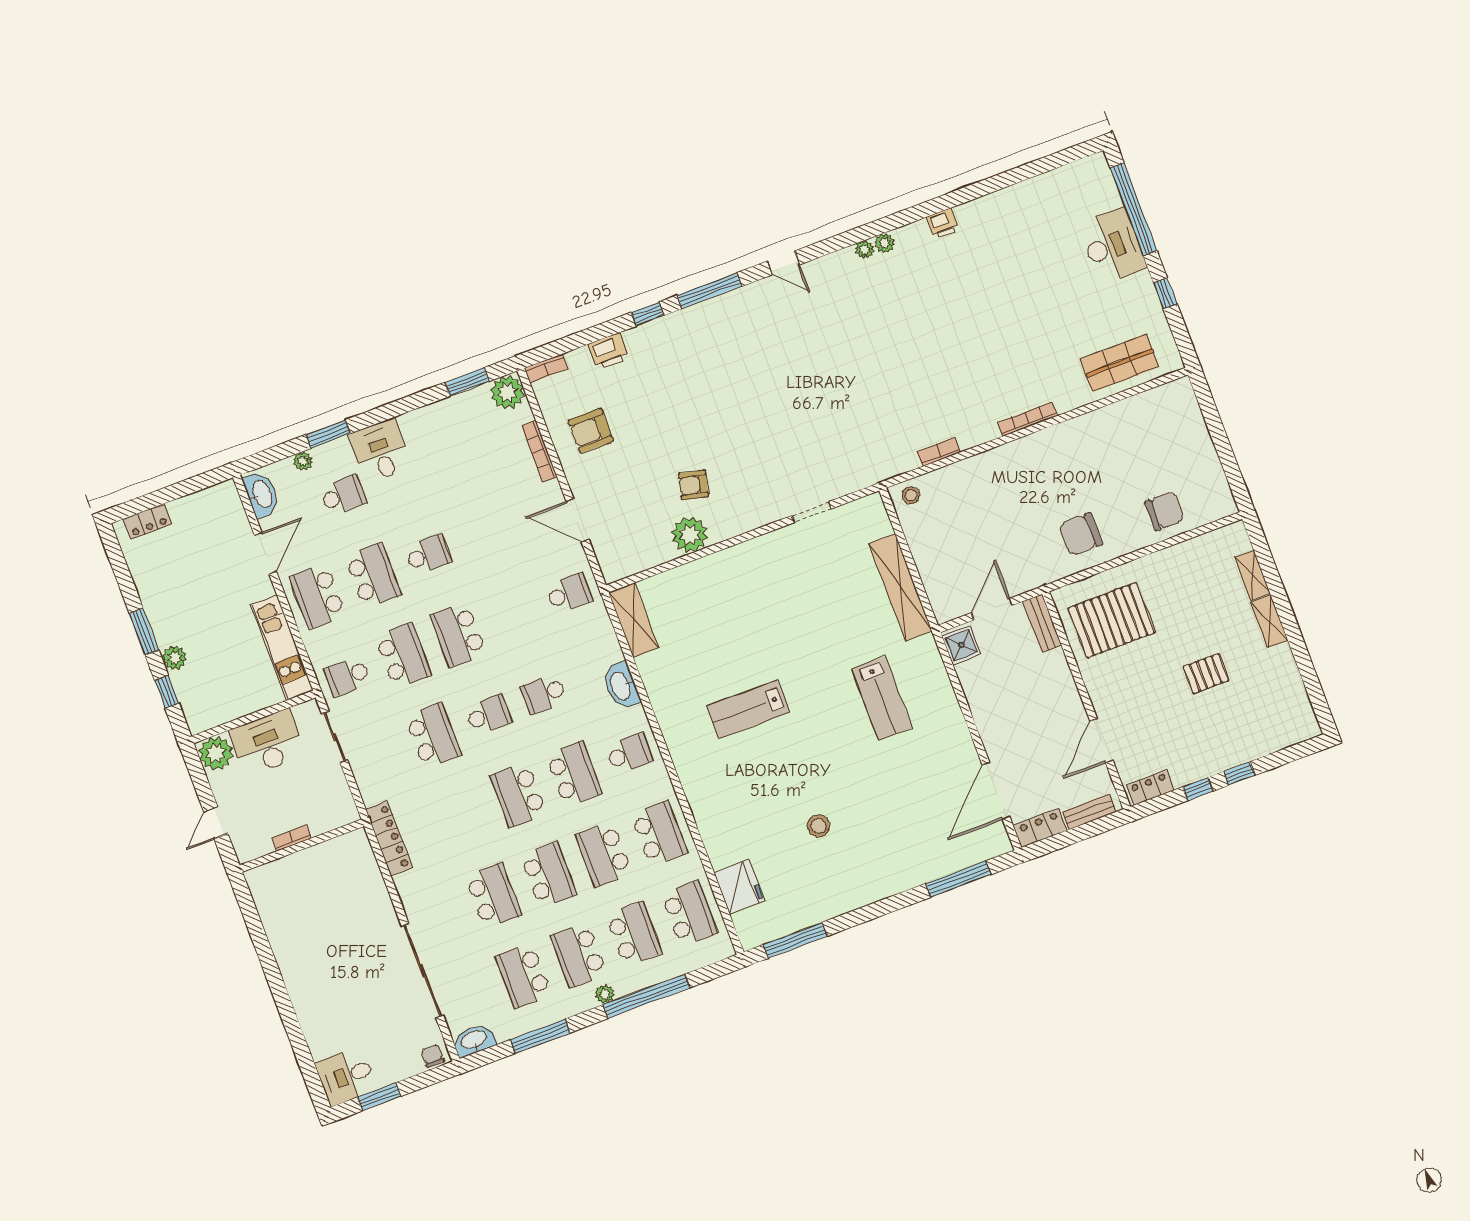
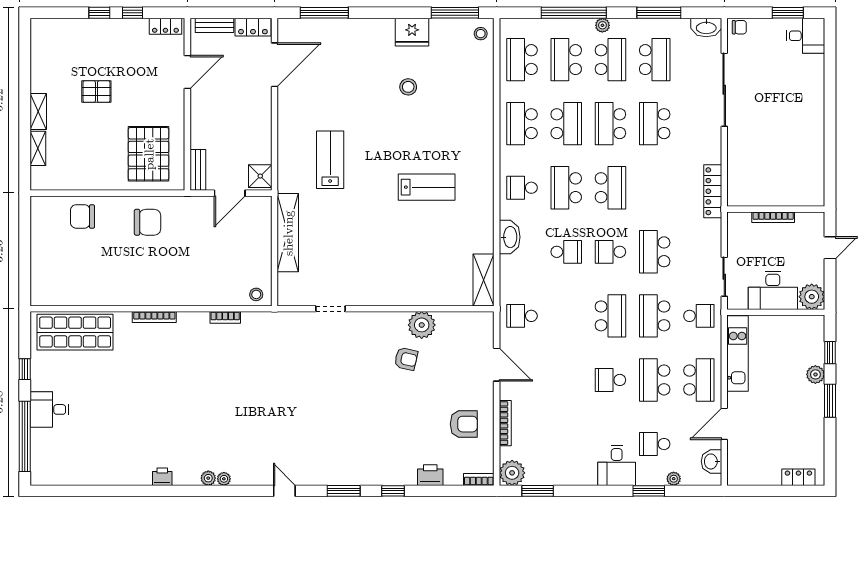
desk: (1112, 246) -> (49, 409), width x0.73
window: (709, 291) -> (344, 491), width x0.69
shop shelf: (1120, 363) -> (75, 332), width x1.43, depth x1.36
washbasin: (262, 495) -> (711, 461), width x0.72
pallet: (1112, 620) -> (149, 154), turned 90
bookcase: (292, 838) -> (773, 217), width x1.56
fridge: (739, 887) -> (412, 32), moved, turned -90
stool: (753, 926) -> (481, 34), added
chair: (433, 1056) -> (739, 27), turned -90

